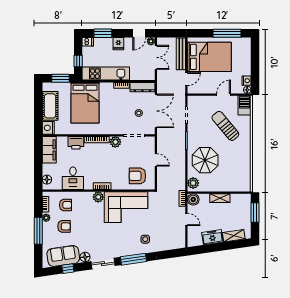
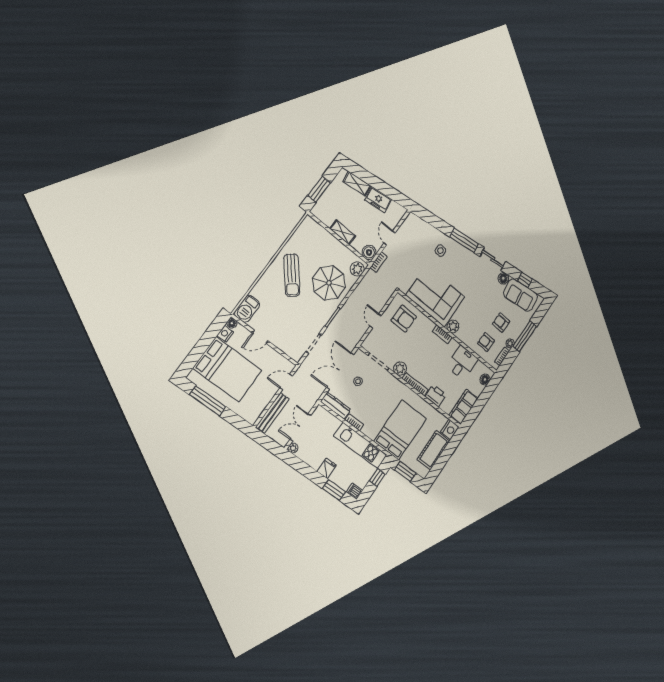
door: (139, 33) -> (299, 465), removed
bed: (209, 57) -> (227, 369), moved, turned 180
sun lounger: (225, 126) -> (292, 275), moved

